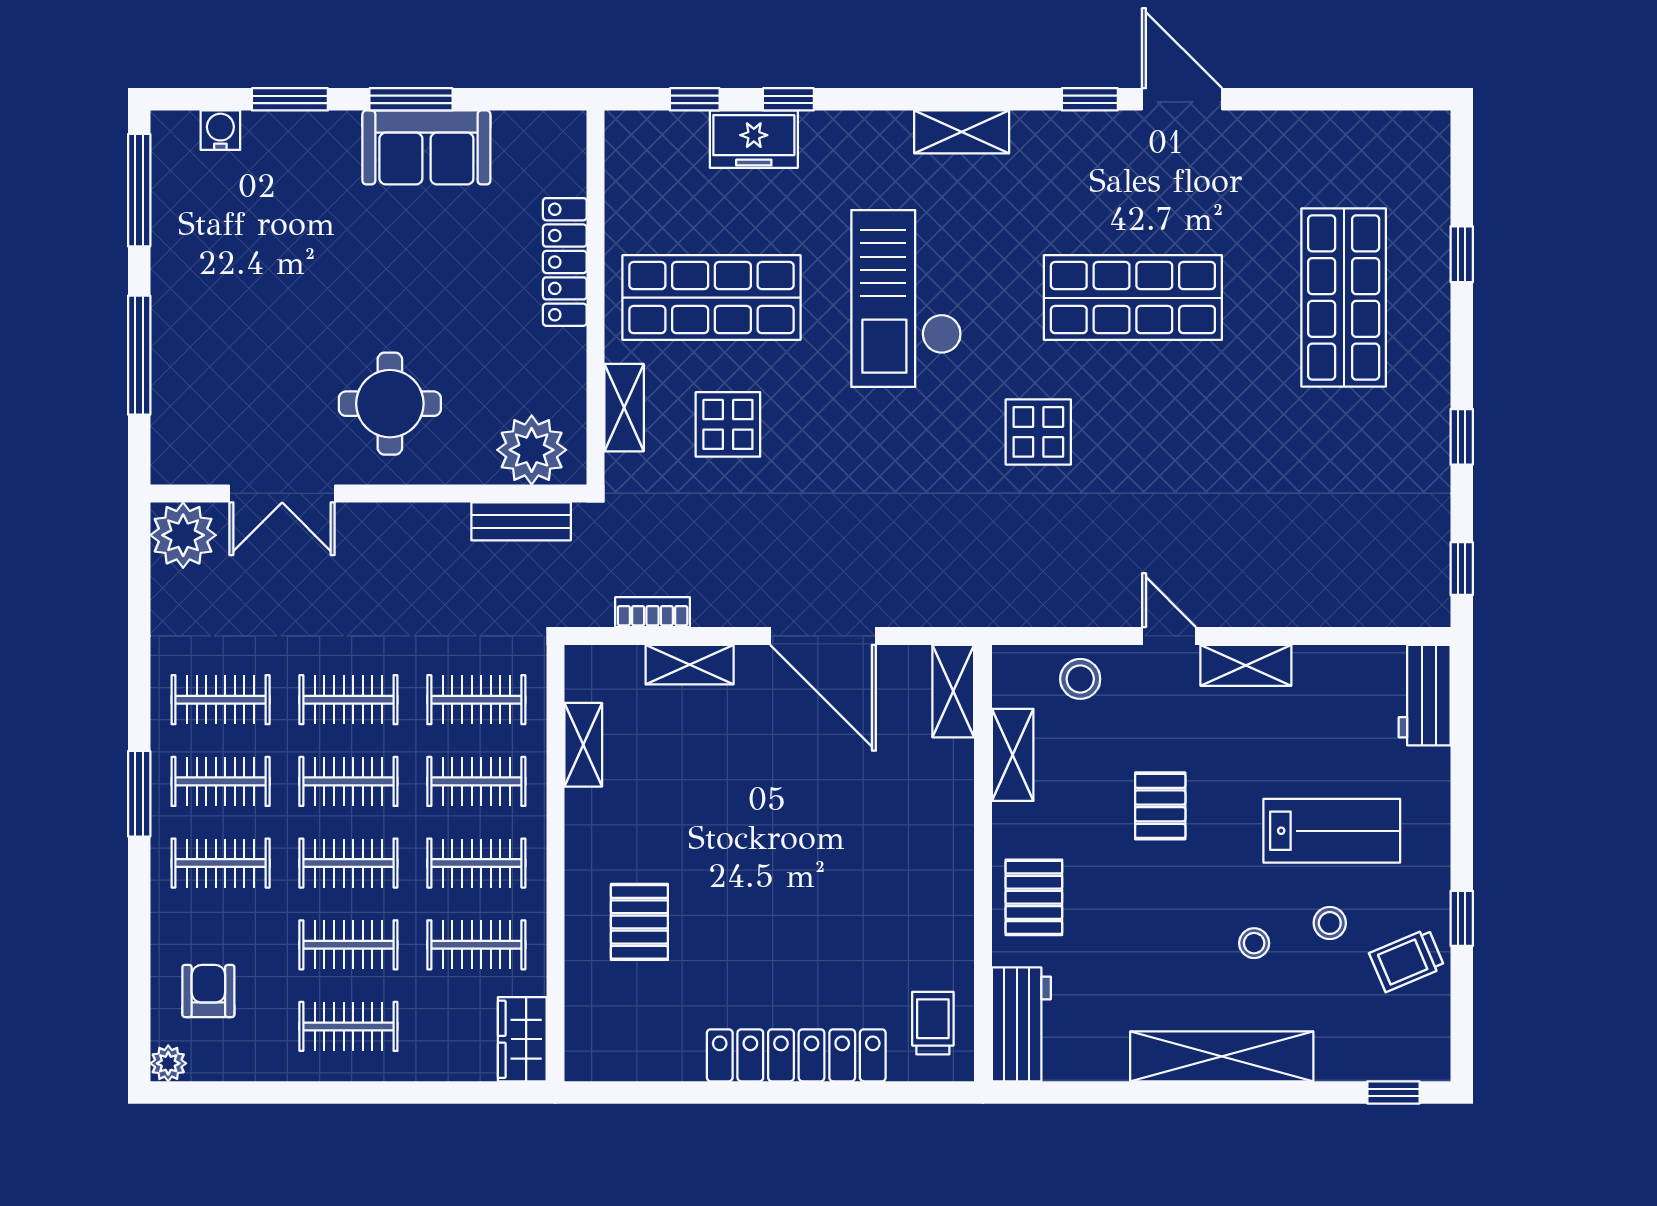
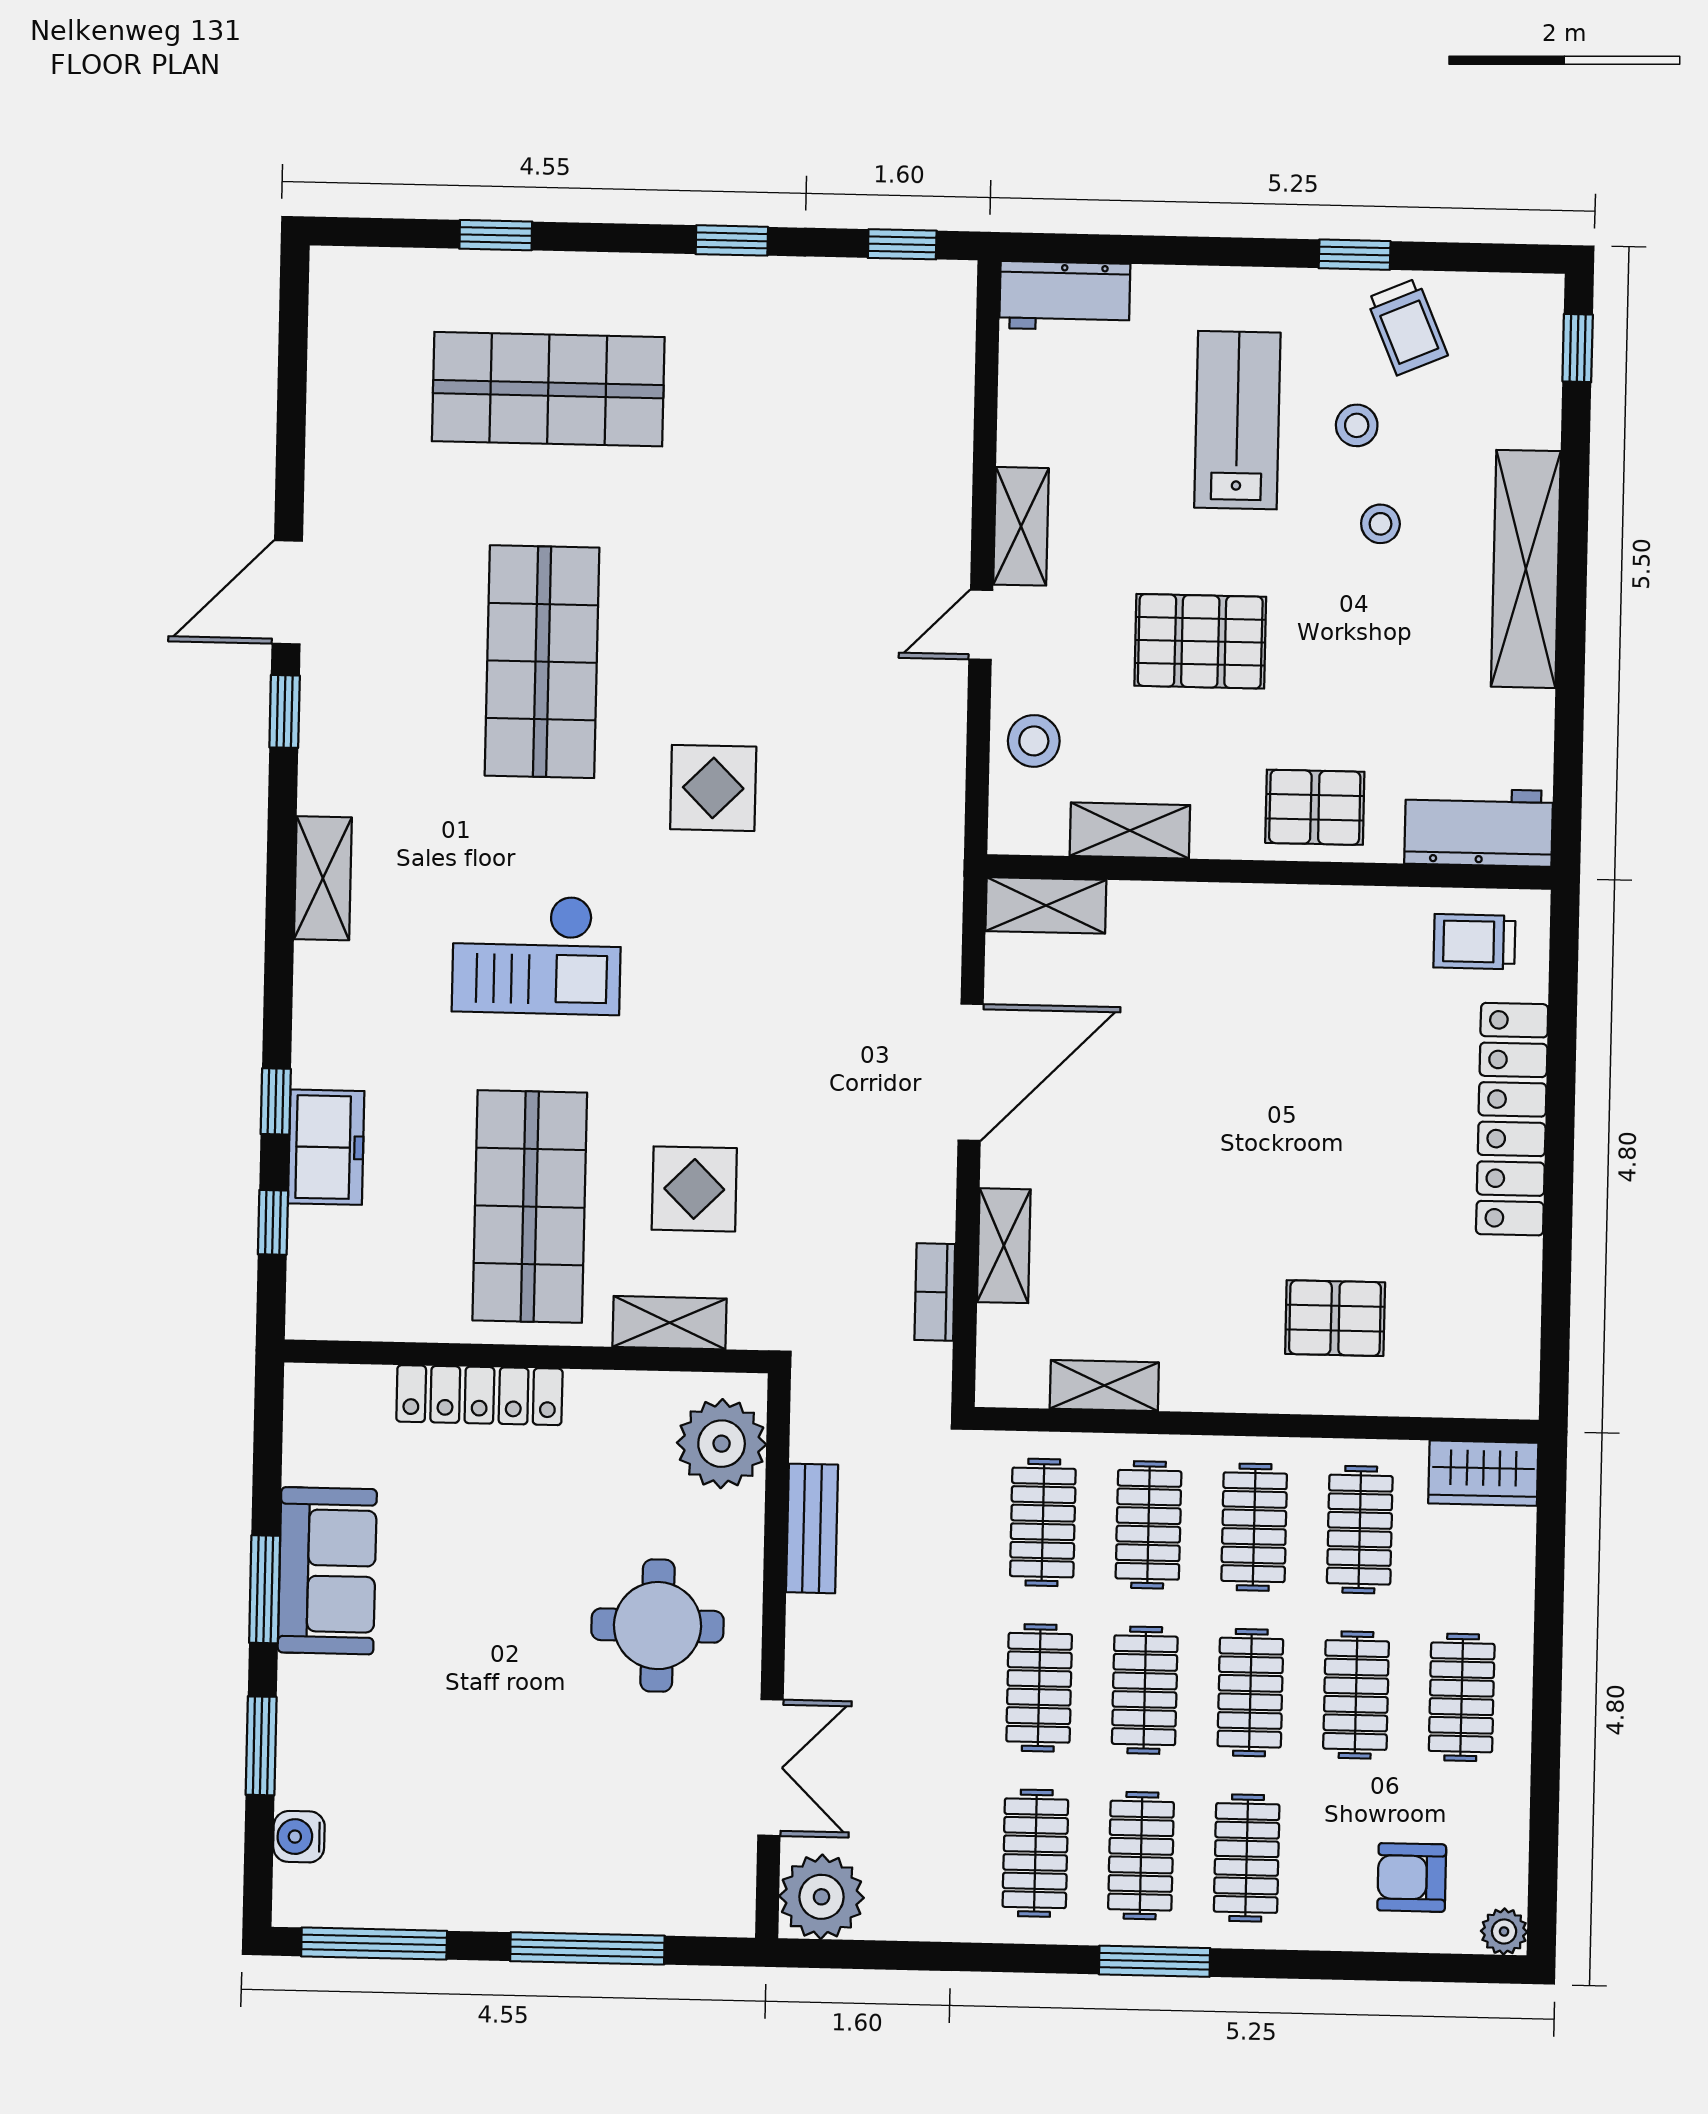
checkout: (906, 298) -> (537, 955), width x0.73, depth x0.83
bench: (521, 521) -> (812, 1528), moved
pallet: (1160, 806) -> (1200, 641), width x1.50, depth x1.42

